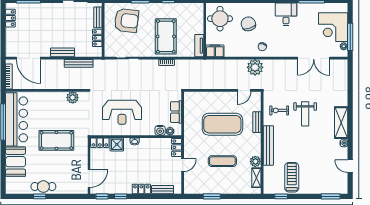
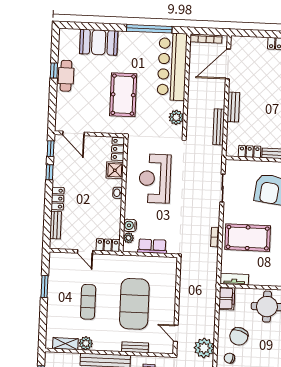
chair: (248, 24) -> (239, 336), moved, turned 126
bar counter: (17, 119) -> (172, 67), moved, turned 90

